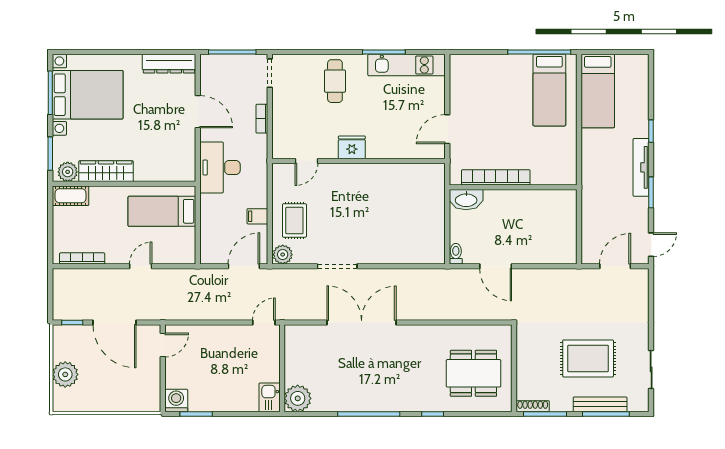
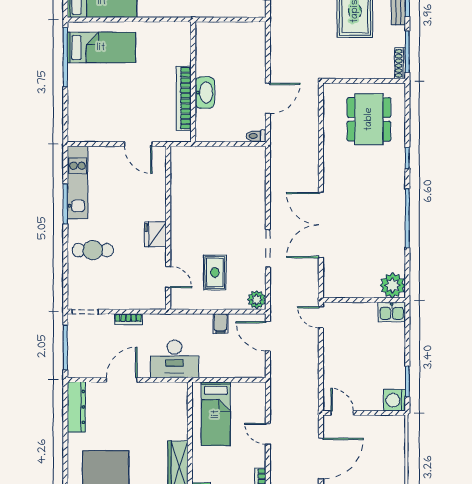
washbasin: (466, 200) -> (205, 93), moved
rug: (294, 220) -> (215, 273), moved, turned 90

